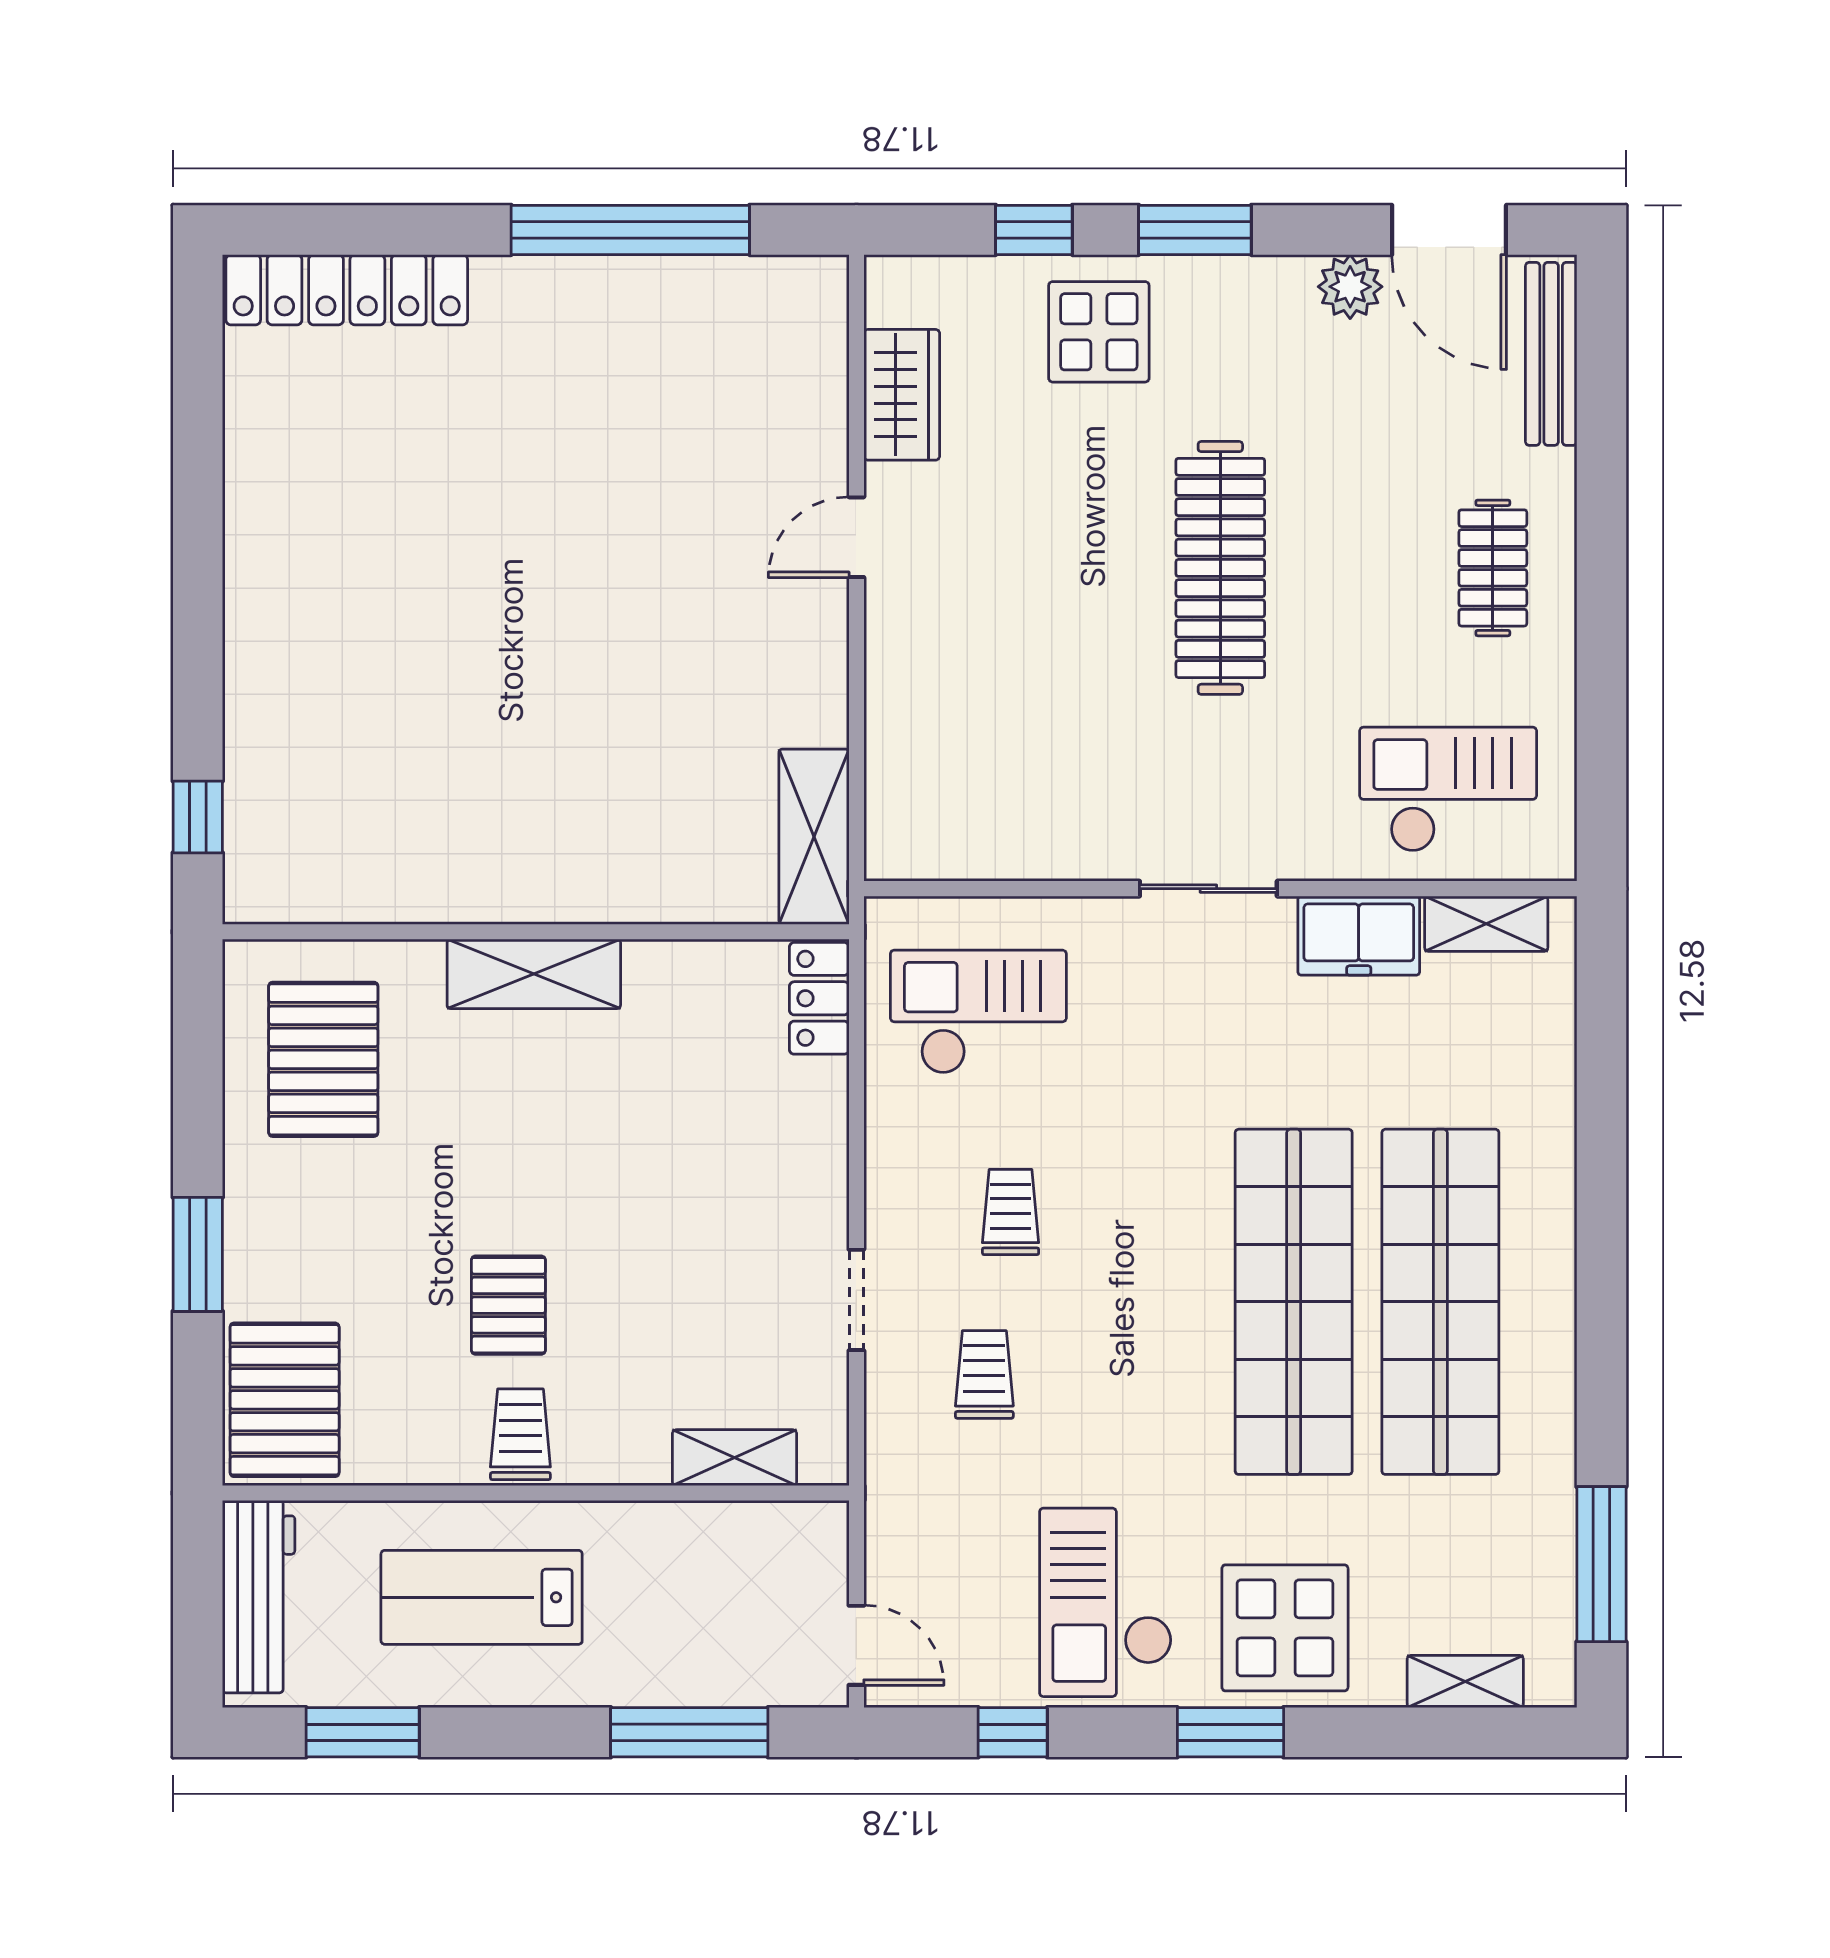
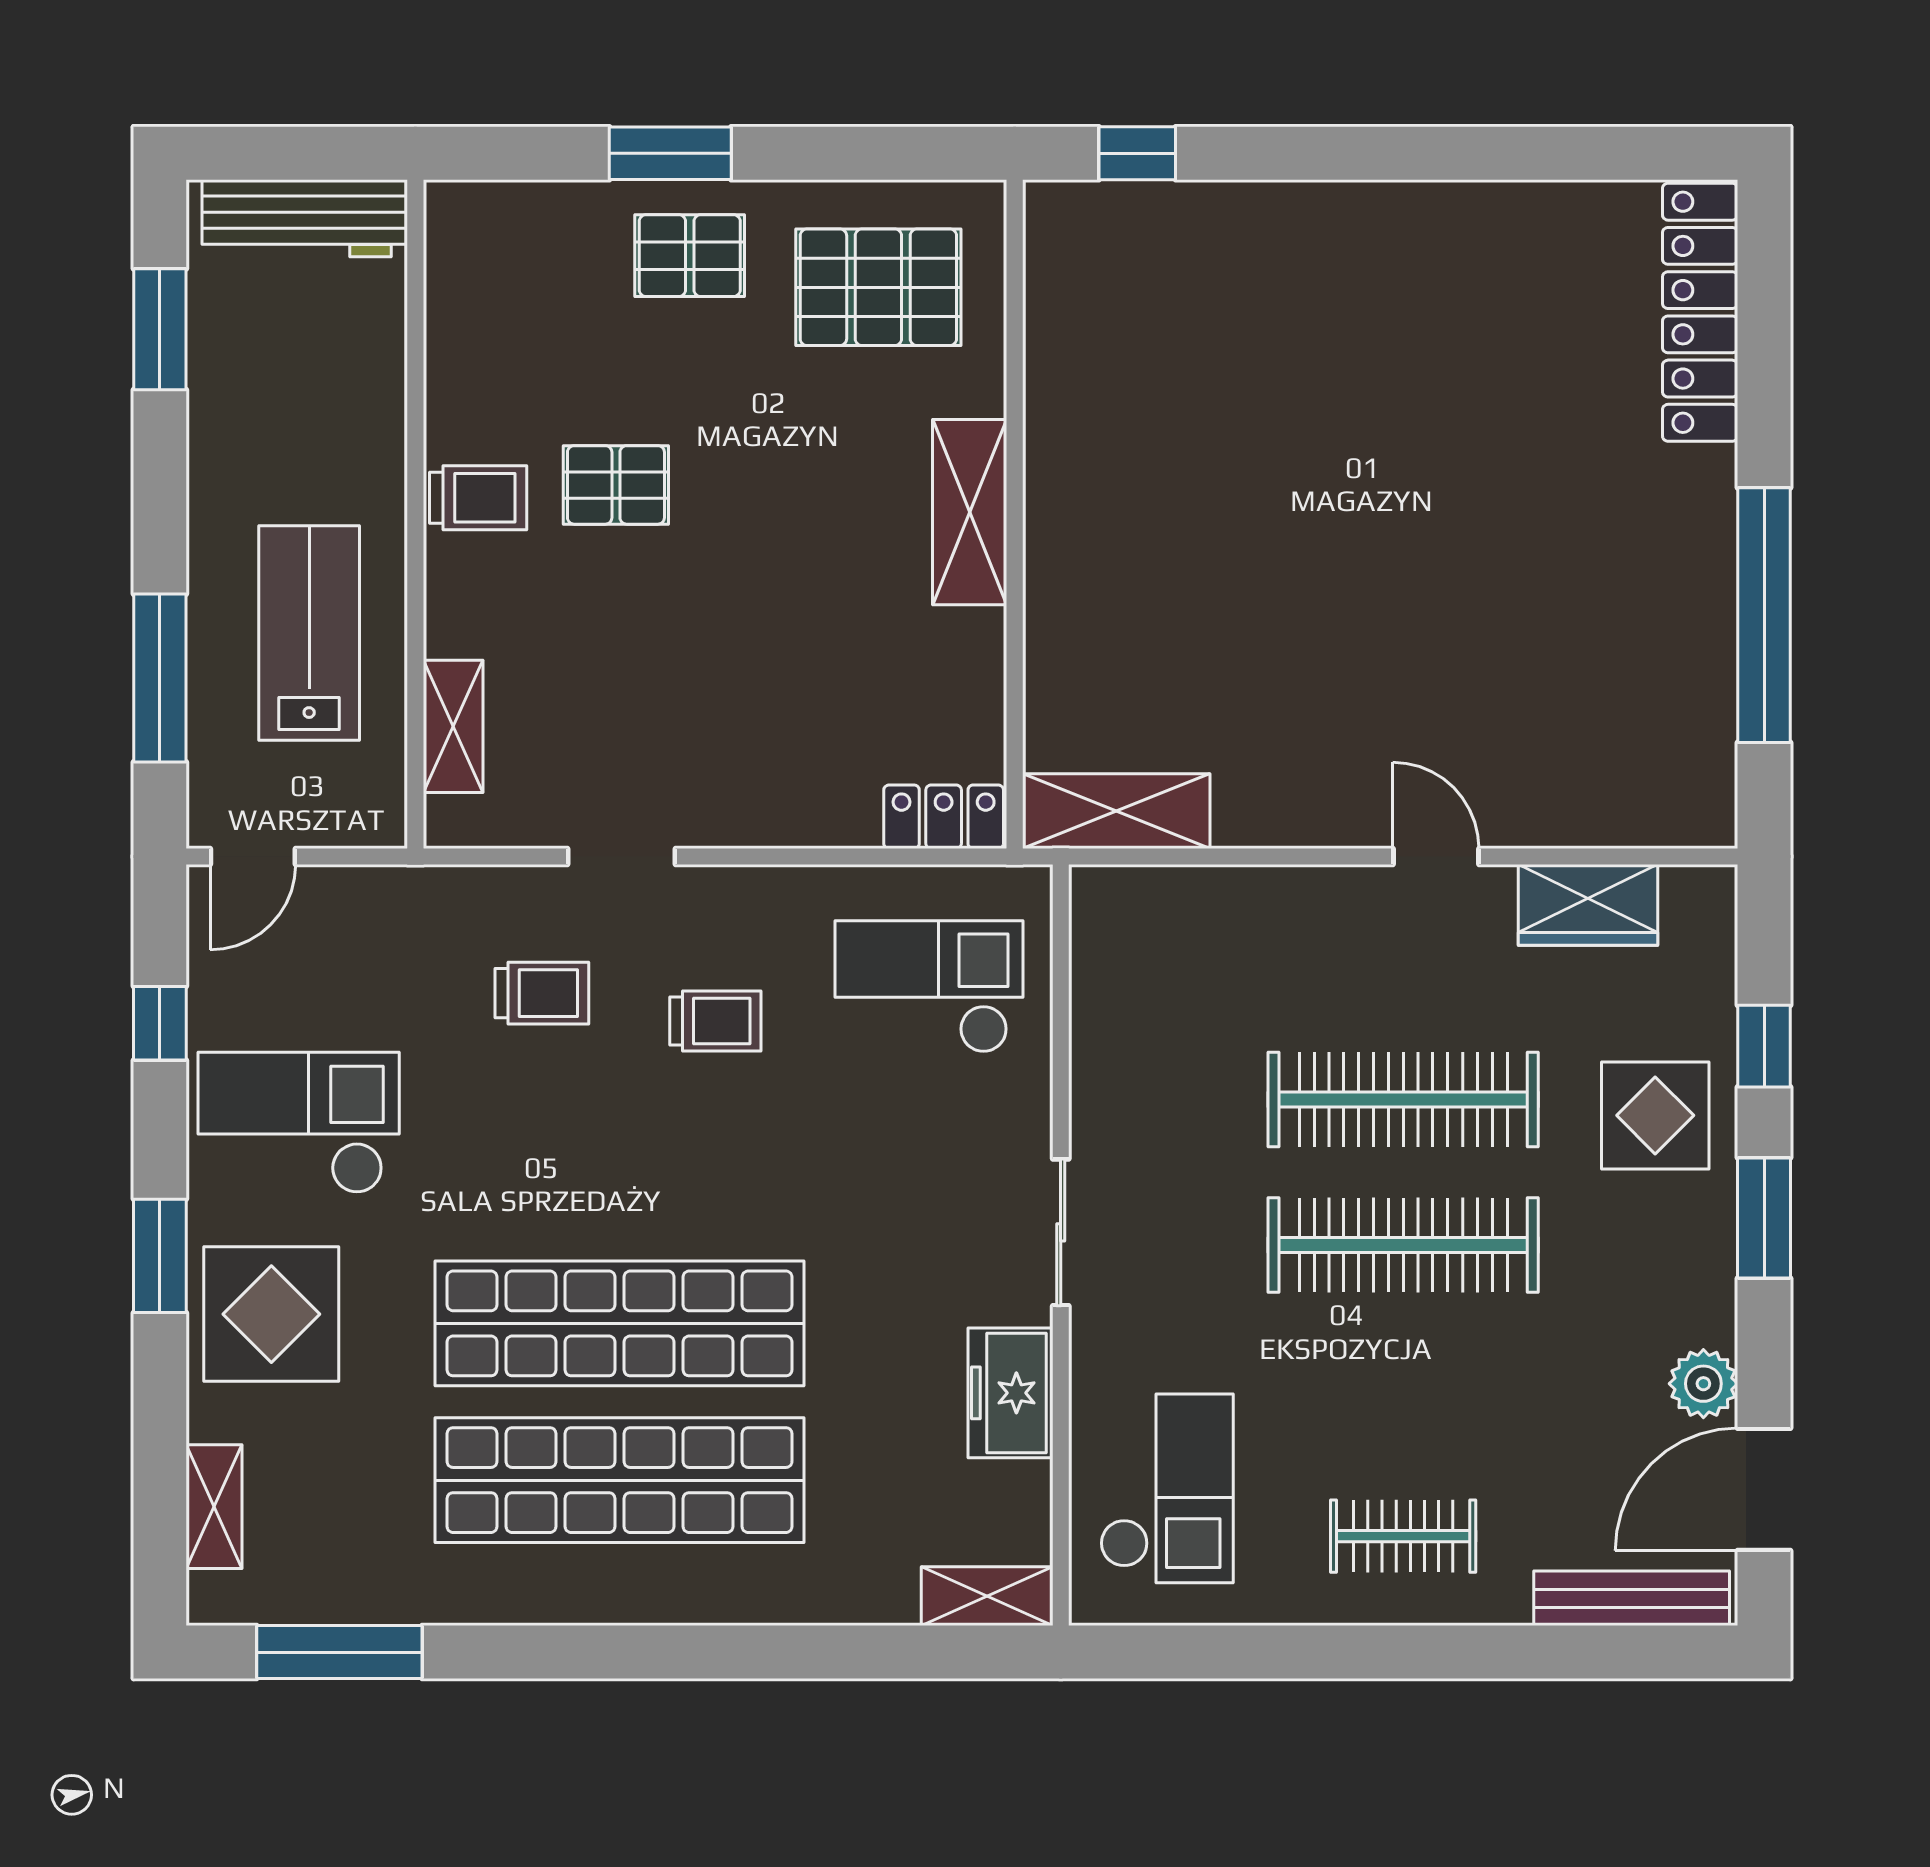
clothes rail: (1084, 568) -> (1403, 1100), added
shelving: (1486, 924) -> (987, 1596), moved, turned 90
checkout: (978, 1012) -> (929, 987), turned -90
pallet: (285, 1400) -> (690, 256), moved, width x0.67, depth x0.71
lab bench: (482, 1597) -> (309, 633), moved

